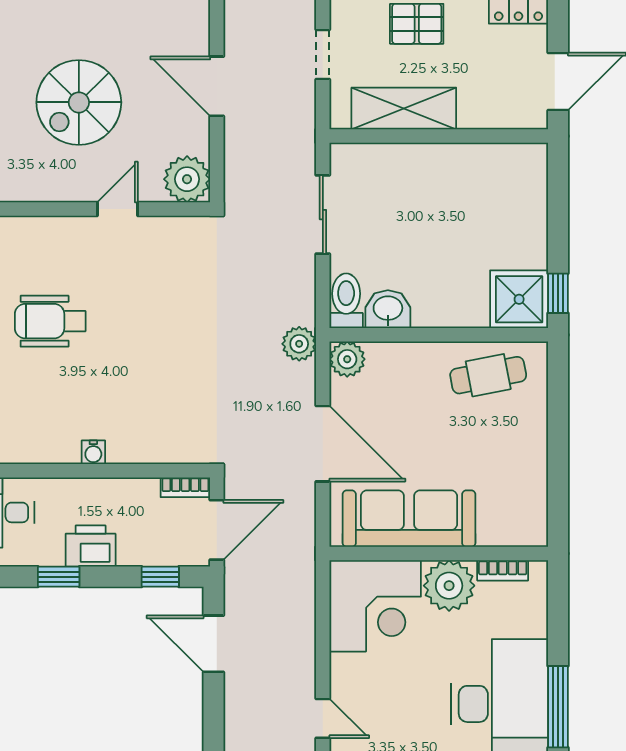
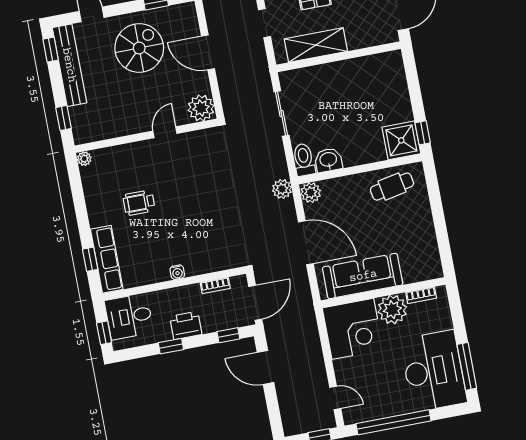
spiral stairs: (79, 102) -> (139, 48), moved, turned 180
wheelchair: (50, 321) -> (139, 203), width x0.73, depth x0.73
bookcase: (185, 487) -> (215, 285), moved

